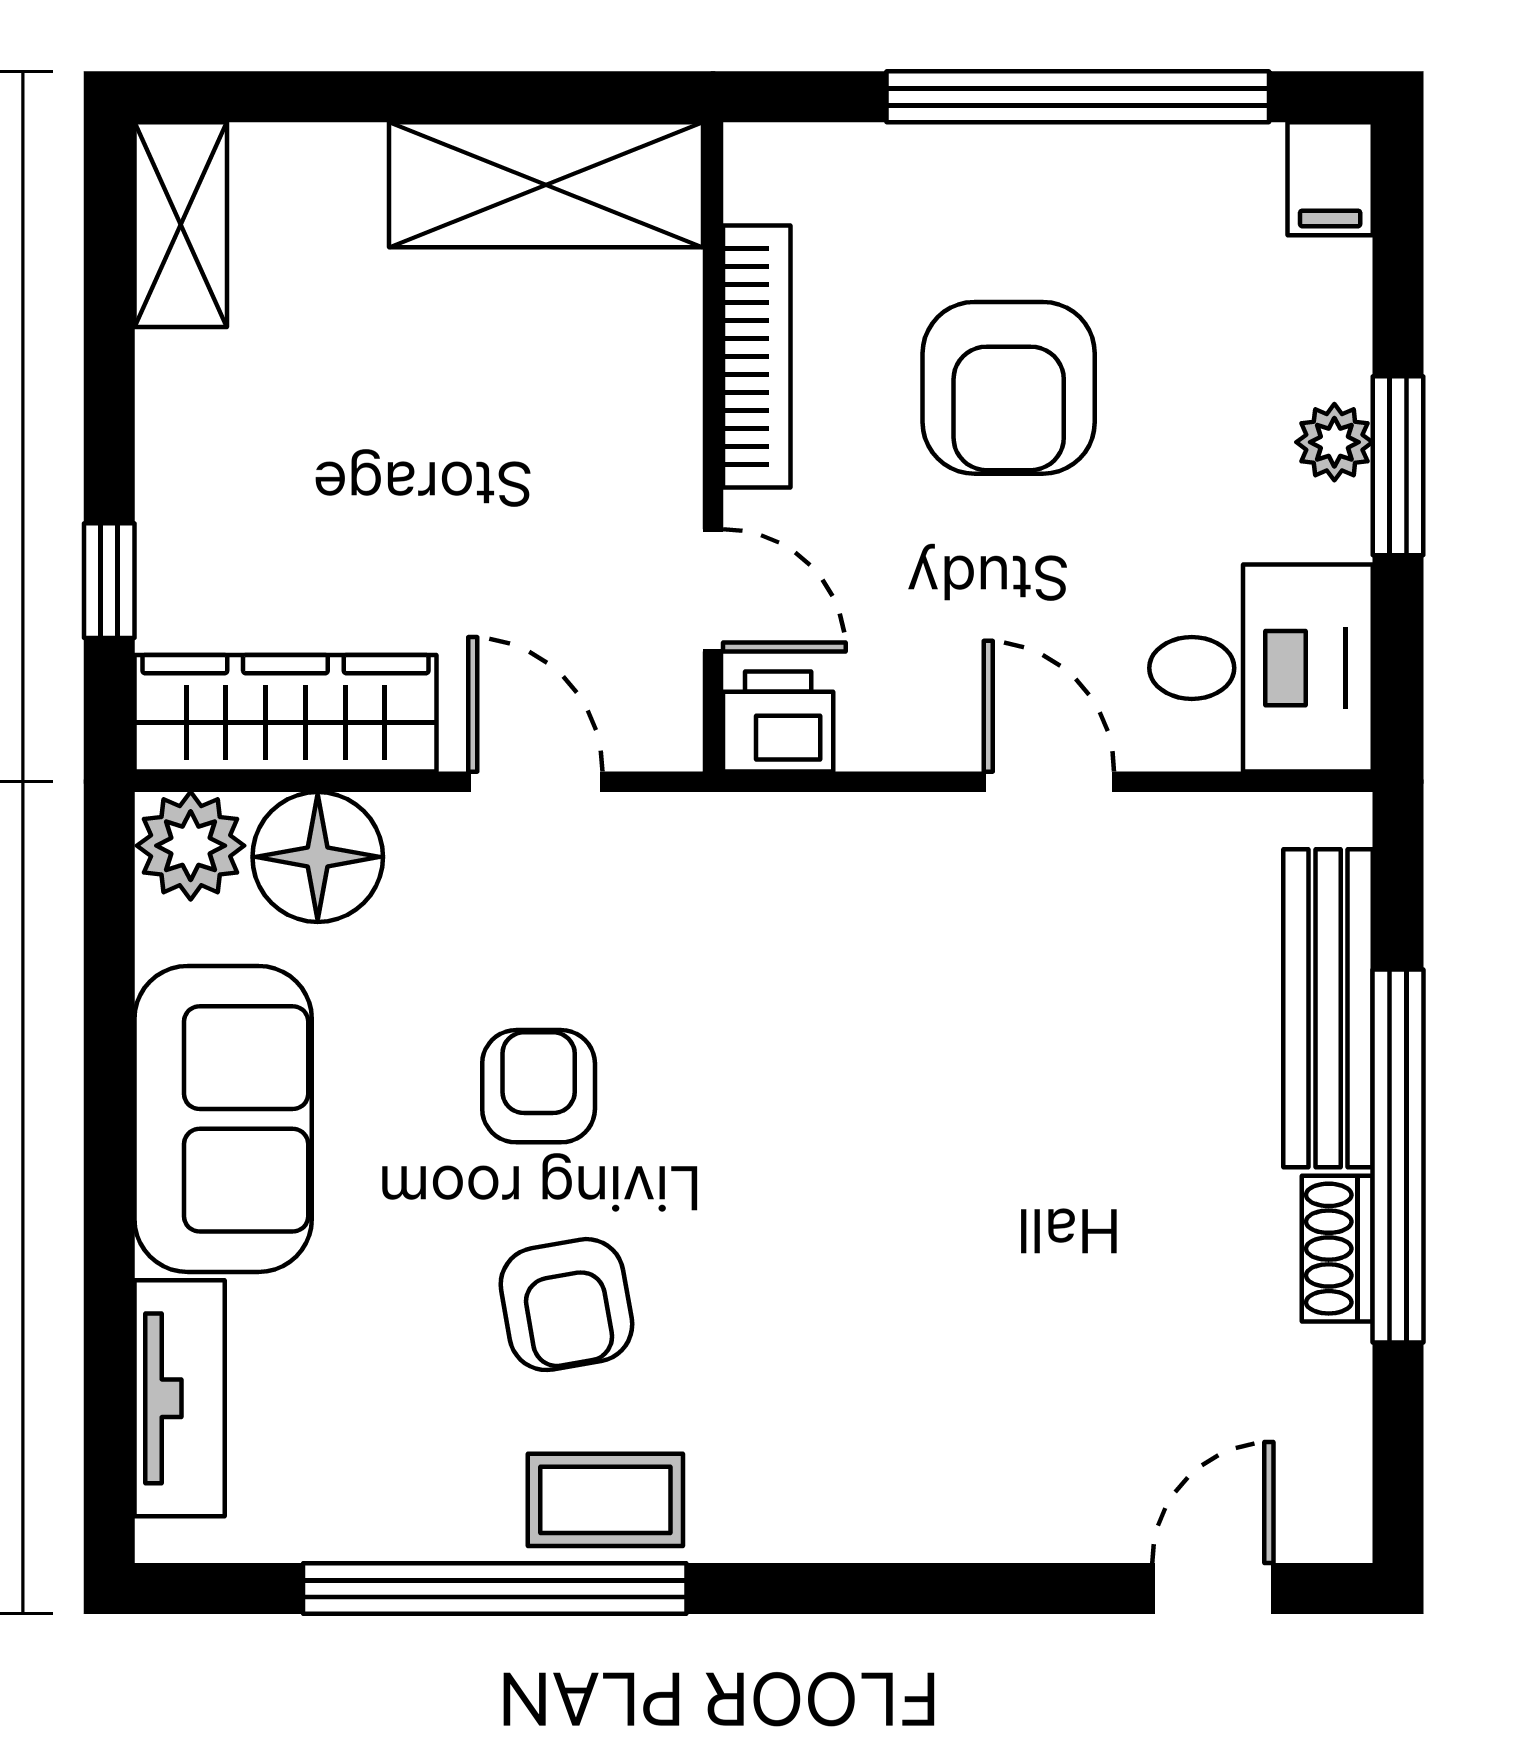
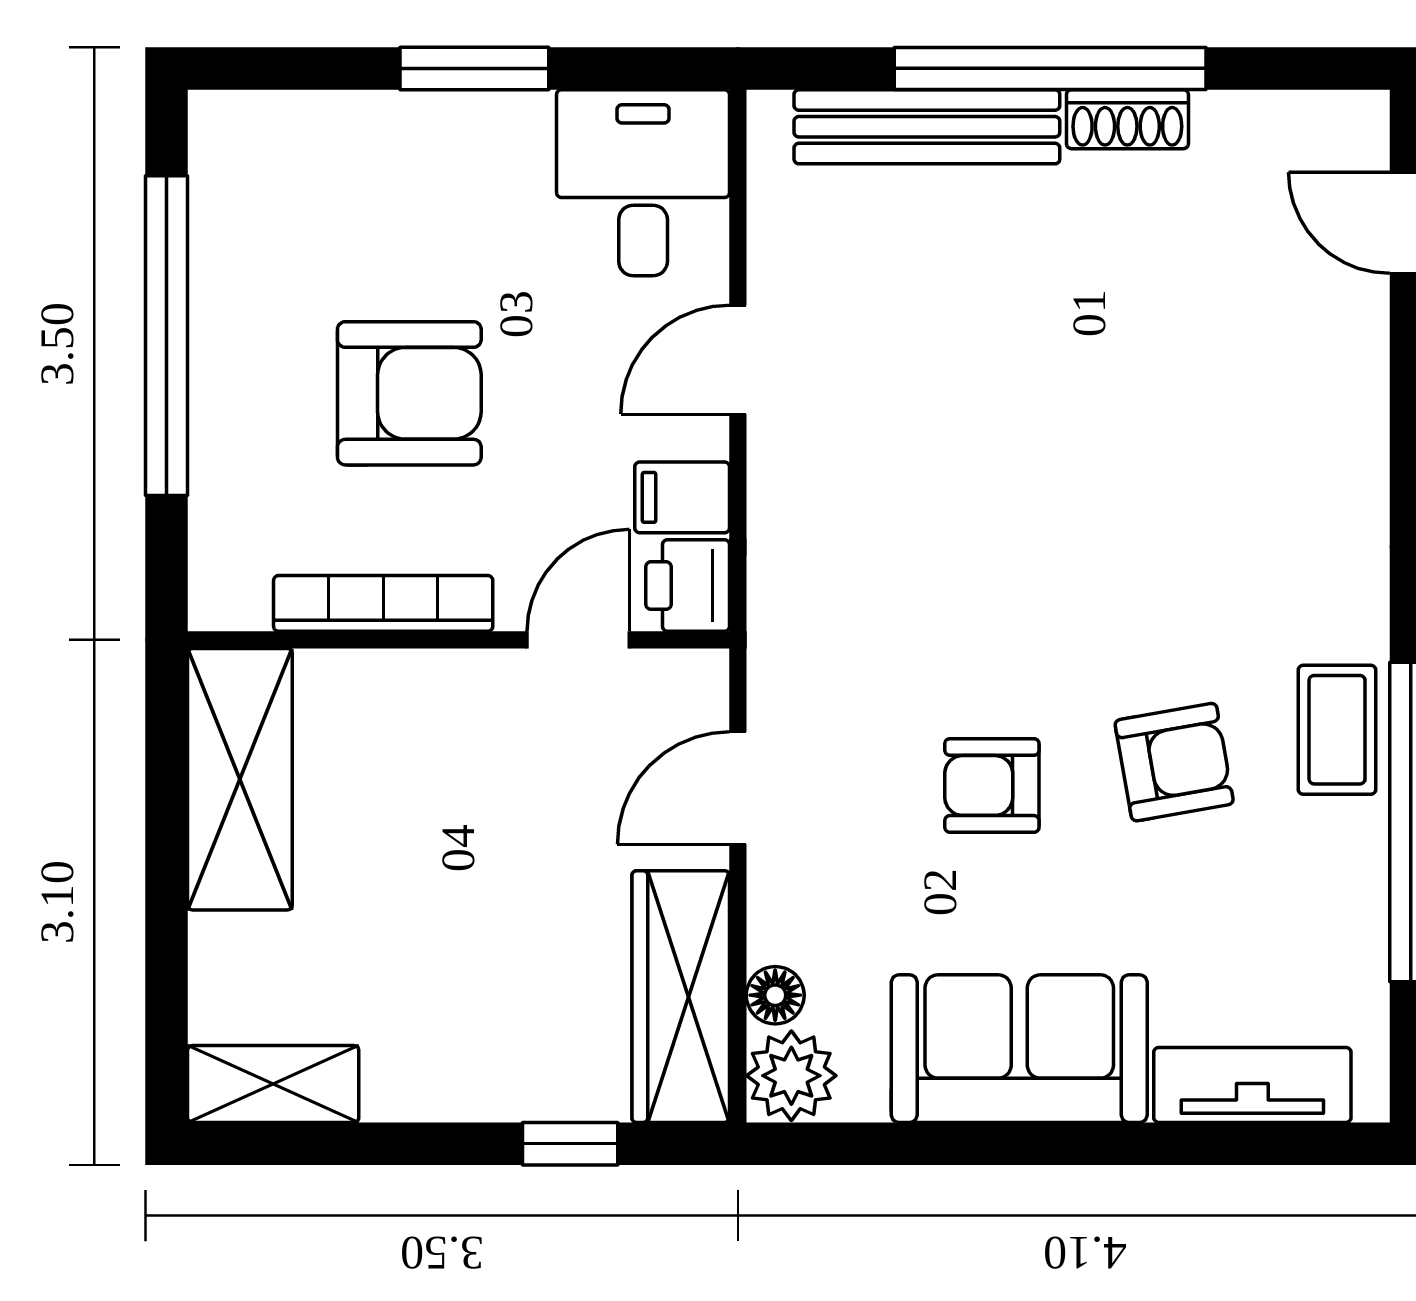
filing cabinet: (1330, 179) -> (682, 497), moved, turned 180
plant: (1334, 442) -> (455, 122), removed
floor lamp: (318, 857) -> (775, 995), width x0.53, depth x0.53

